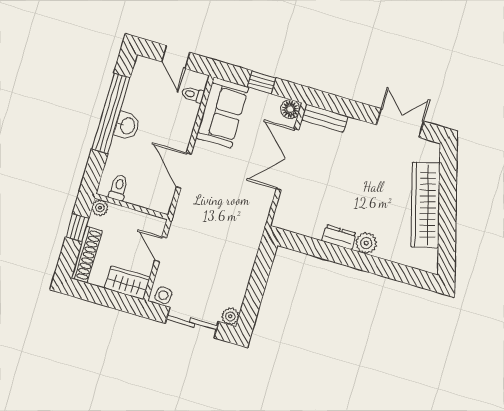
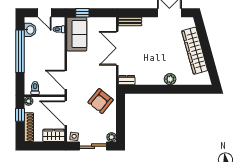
window: (262, 82) -> (82, 13), moved
floor lamp: (290, 109) -> (111, 22), removed
washbasin: (127, 126) -> (30, 30), moved
door: (184, 170) -> (66, 80), moved
dresser: (339, 237) -> (127, 80), moved
armchair: (230, 246) -> (101, 101), added
door: (161, 249) -> (66, 113), width x1.87

